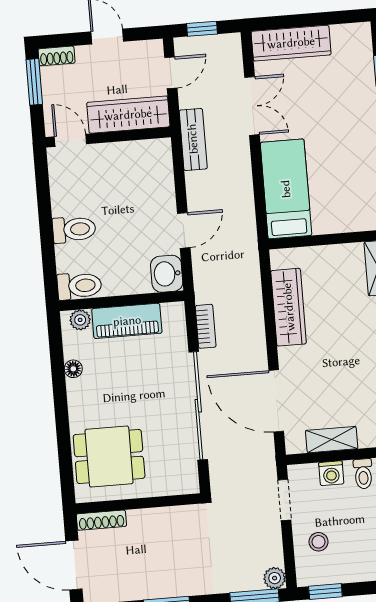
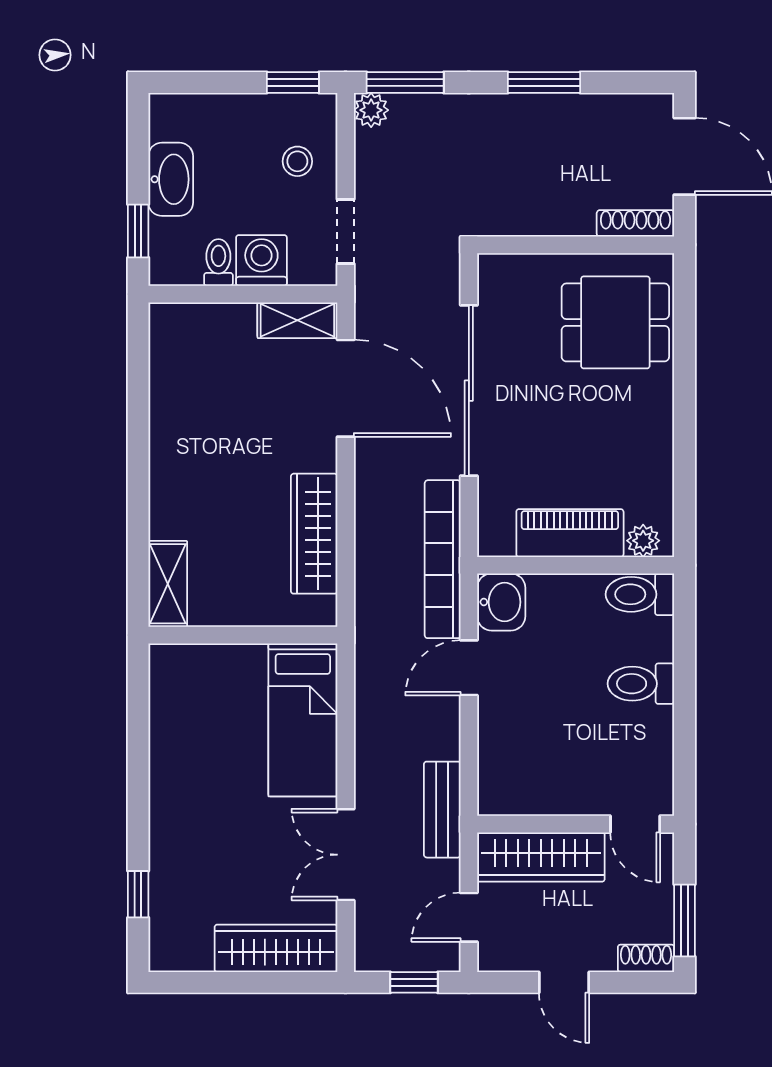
bookcase: (206, 326) -> (443, 559), width x2.31, depth x1.31
floor lamp: (73, 369) -> (660, 465), removed
shelving: (332, 440) -> (297, 320), moved
washing machine: (331, 473) -> (261, 260), width x1.38, depth x1.38

